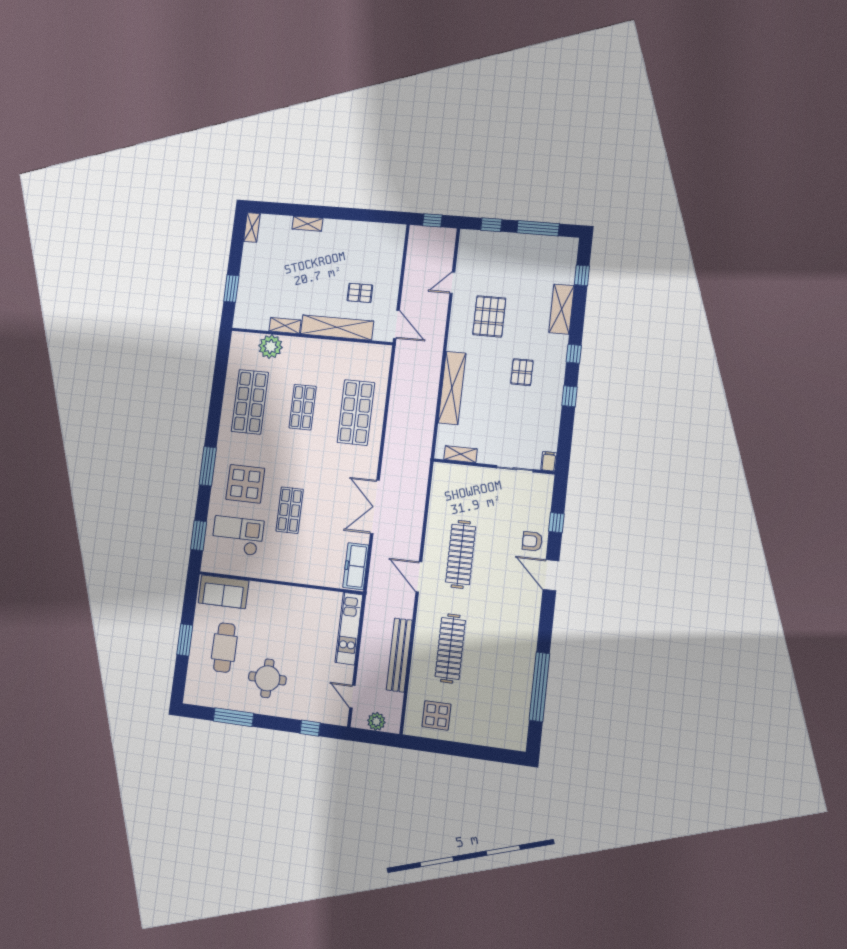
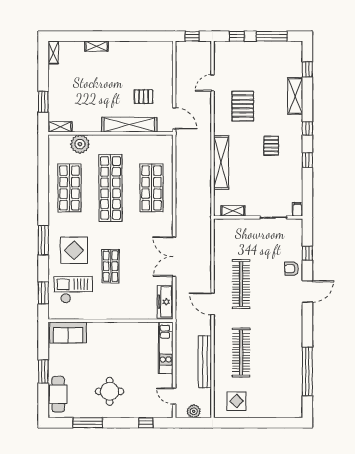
shelving: (285, 326) -> (60, 127), moved
shop shelf: (303, 407) -> (110, 188), width x2.00, depth x1.36
door: (551, 575) -> (307, 291), swing flipped
cafe table: (224, 648) -> (58, 394), moved

